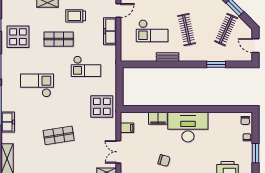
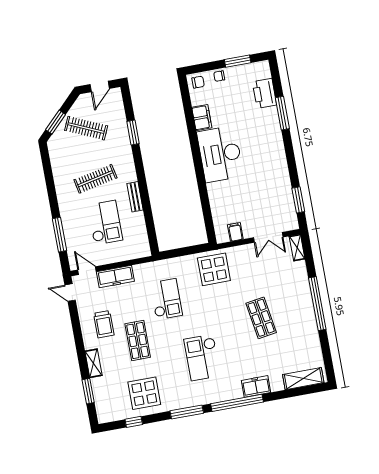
filing cabinet: (158, 118) -> (202, 118), moved
chair: (164, 160) -> (269, 177), removed

